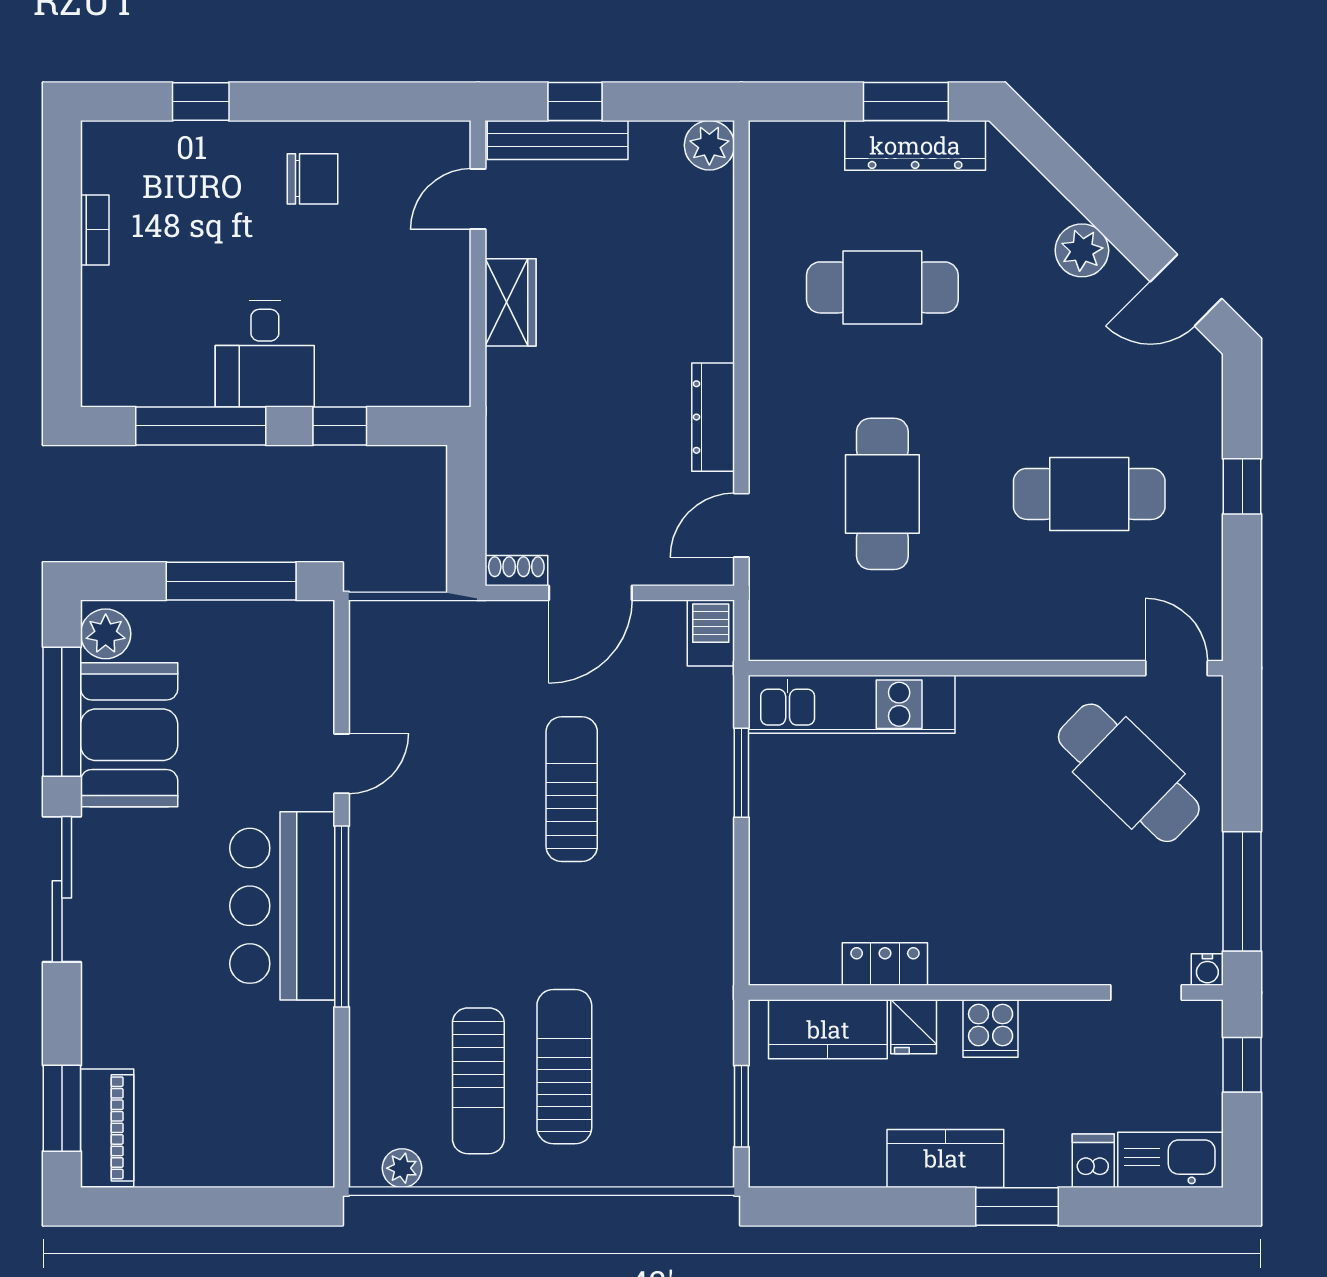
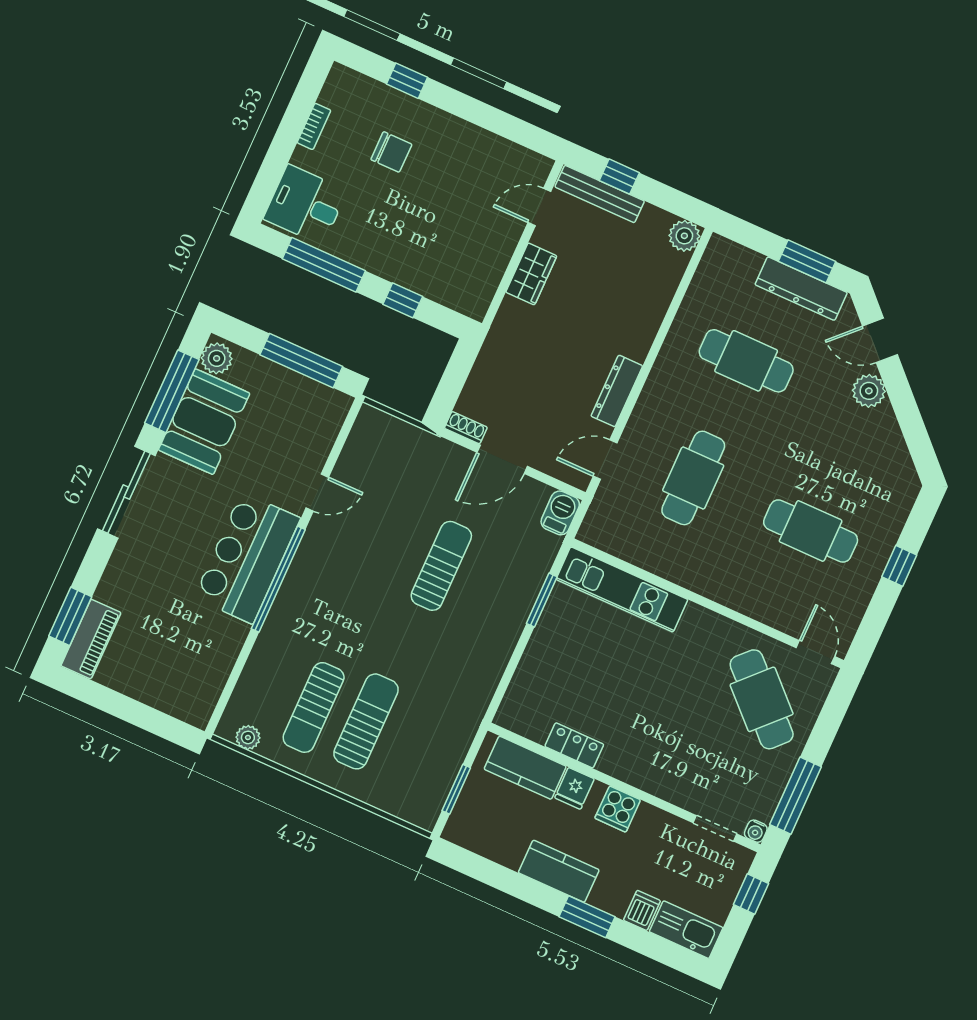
chair: (313, 179) -> (391, 152), moved
door: (1186, 290) -> (880, 340), moved
desk: (265, 354) -> (305, 205), moved, turned 90

